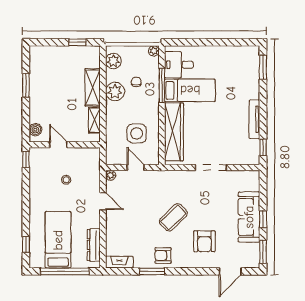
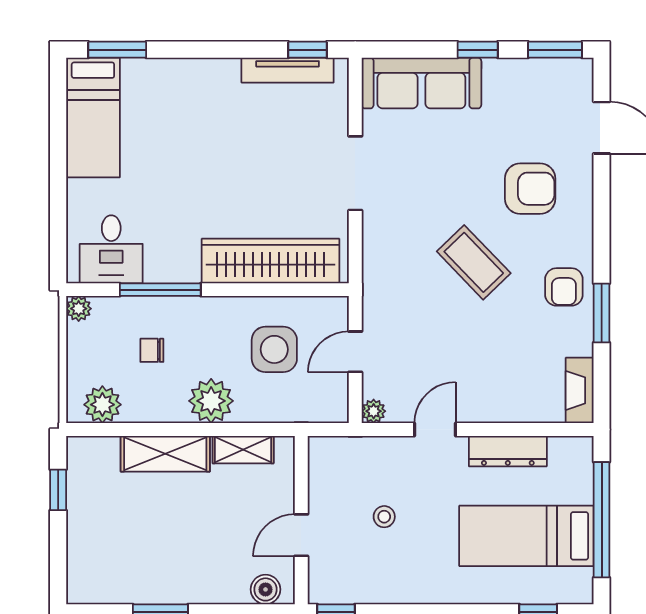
bed: (190, 90) -> (93, 117), moved, turned 180
plant: (115, 92) -> (211, 401), moved
tv unit: (254, 119) -> (288, 70), moved
sofa: (249, 217) -> (421, 83), moved
dresser: (94, 245) -> (508, 451), moved

